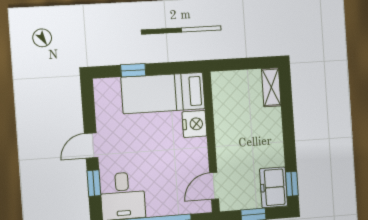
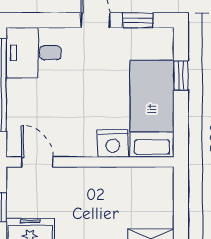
window: (94, 183) -> (138, 20), moved

